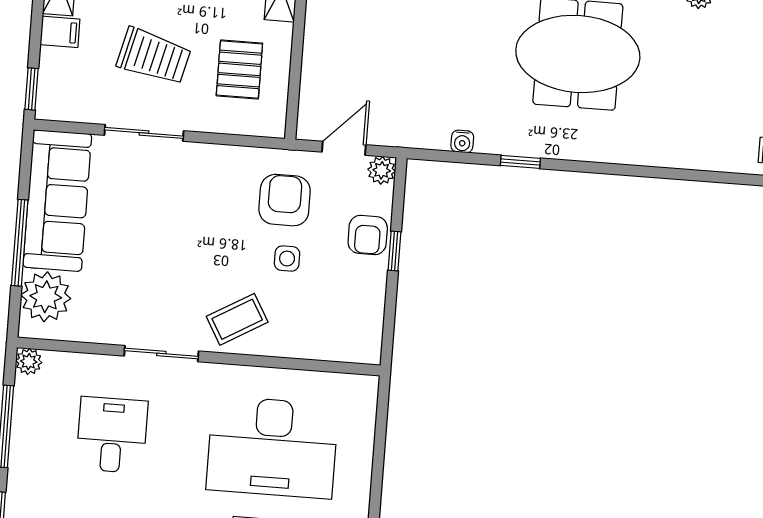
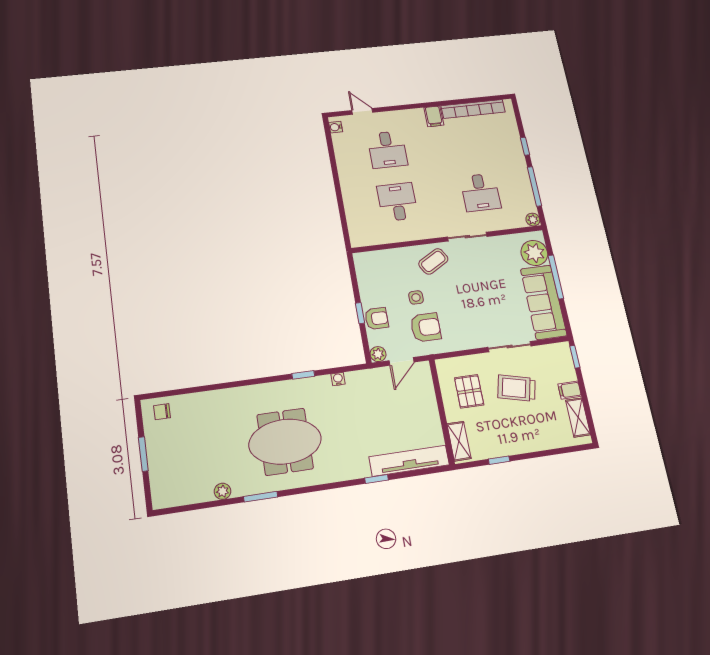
armchair: (285, 200) -> (426, 327), turned -90
armchair: (368, 235) -> (377, 318), turned 90
desk: (272, 447) -> (397, 202), width x0.53, depth x0.77

